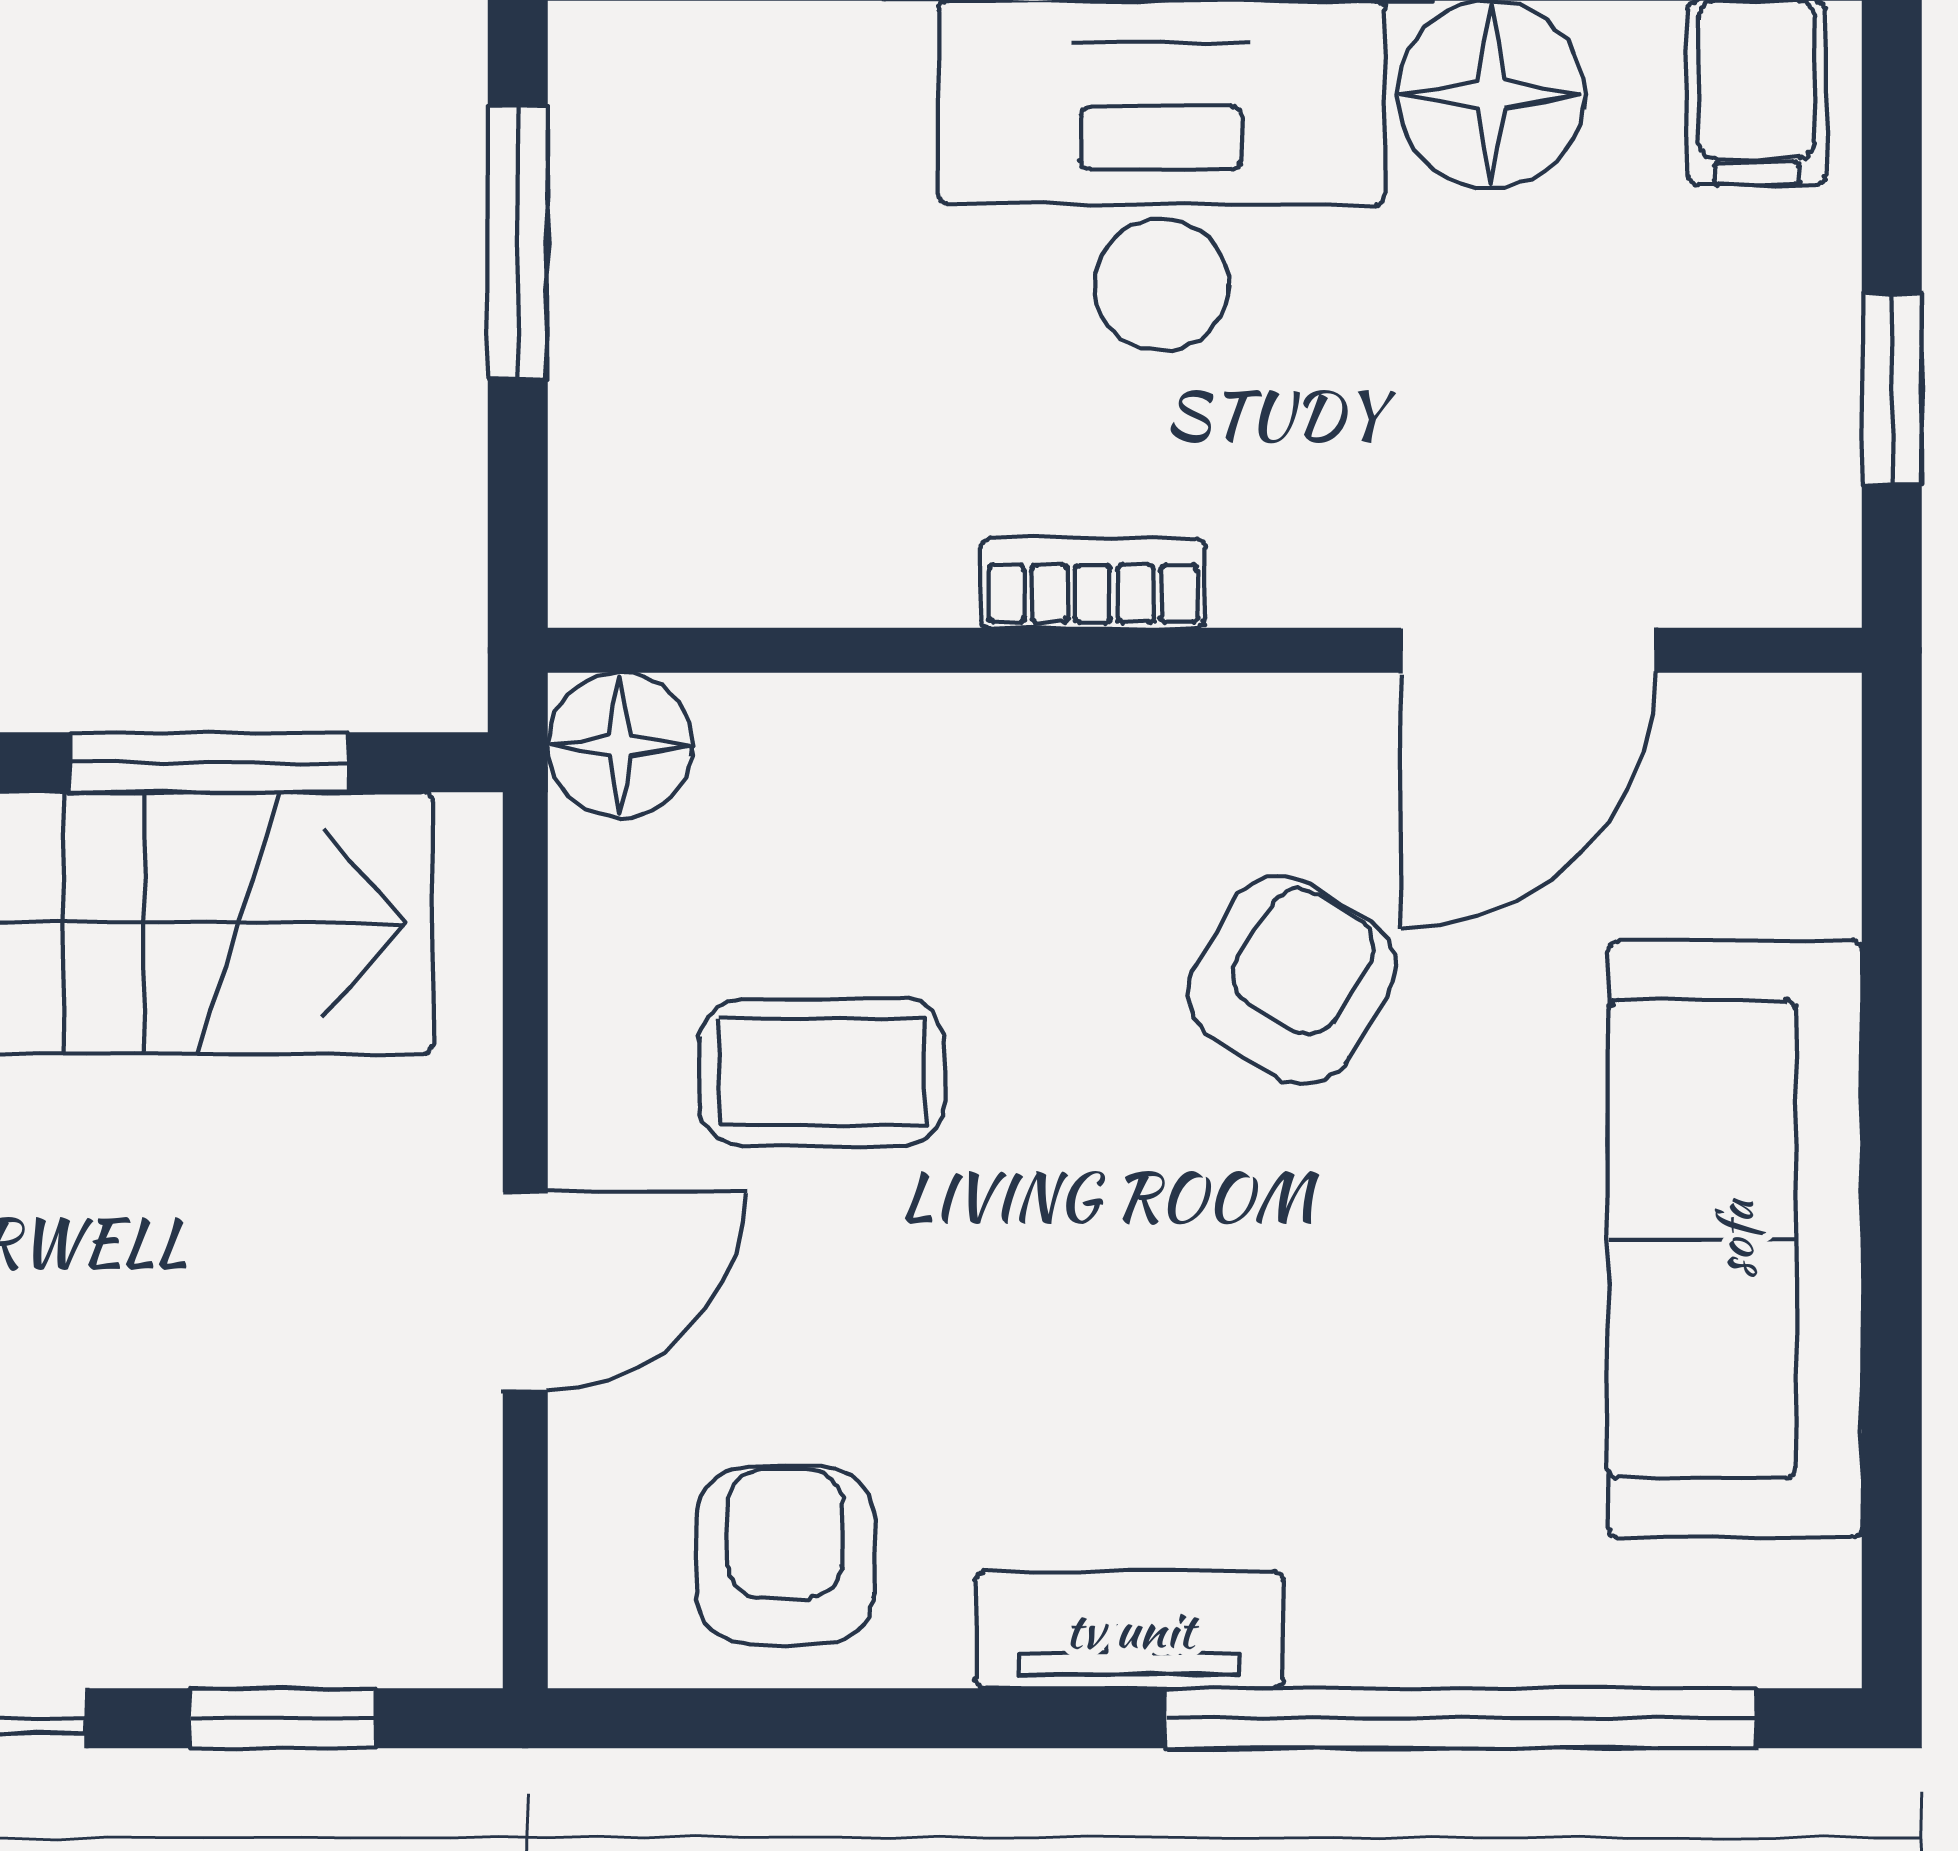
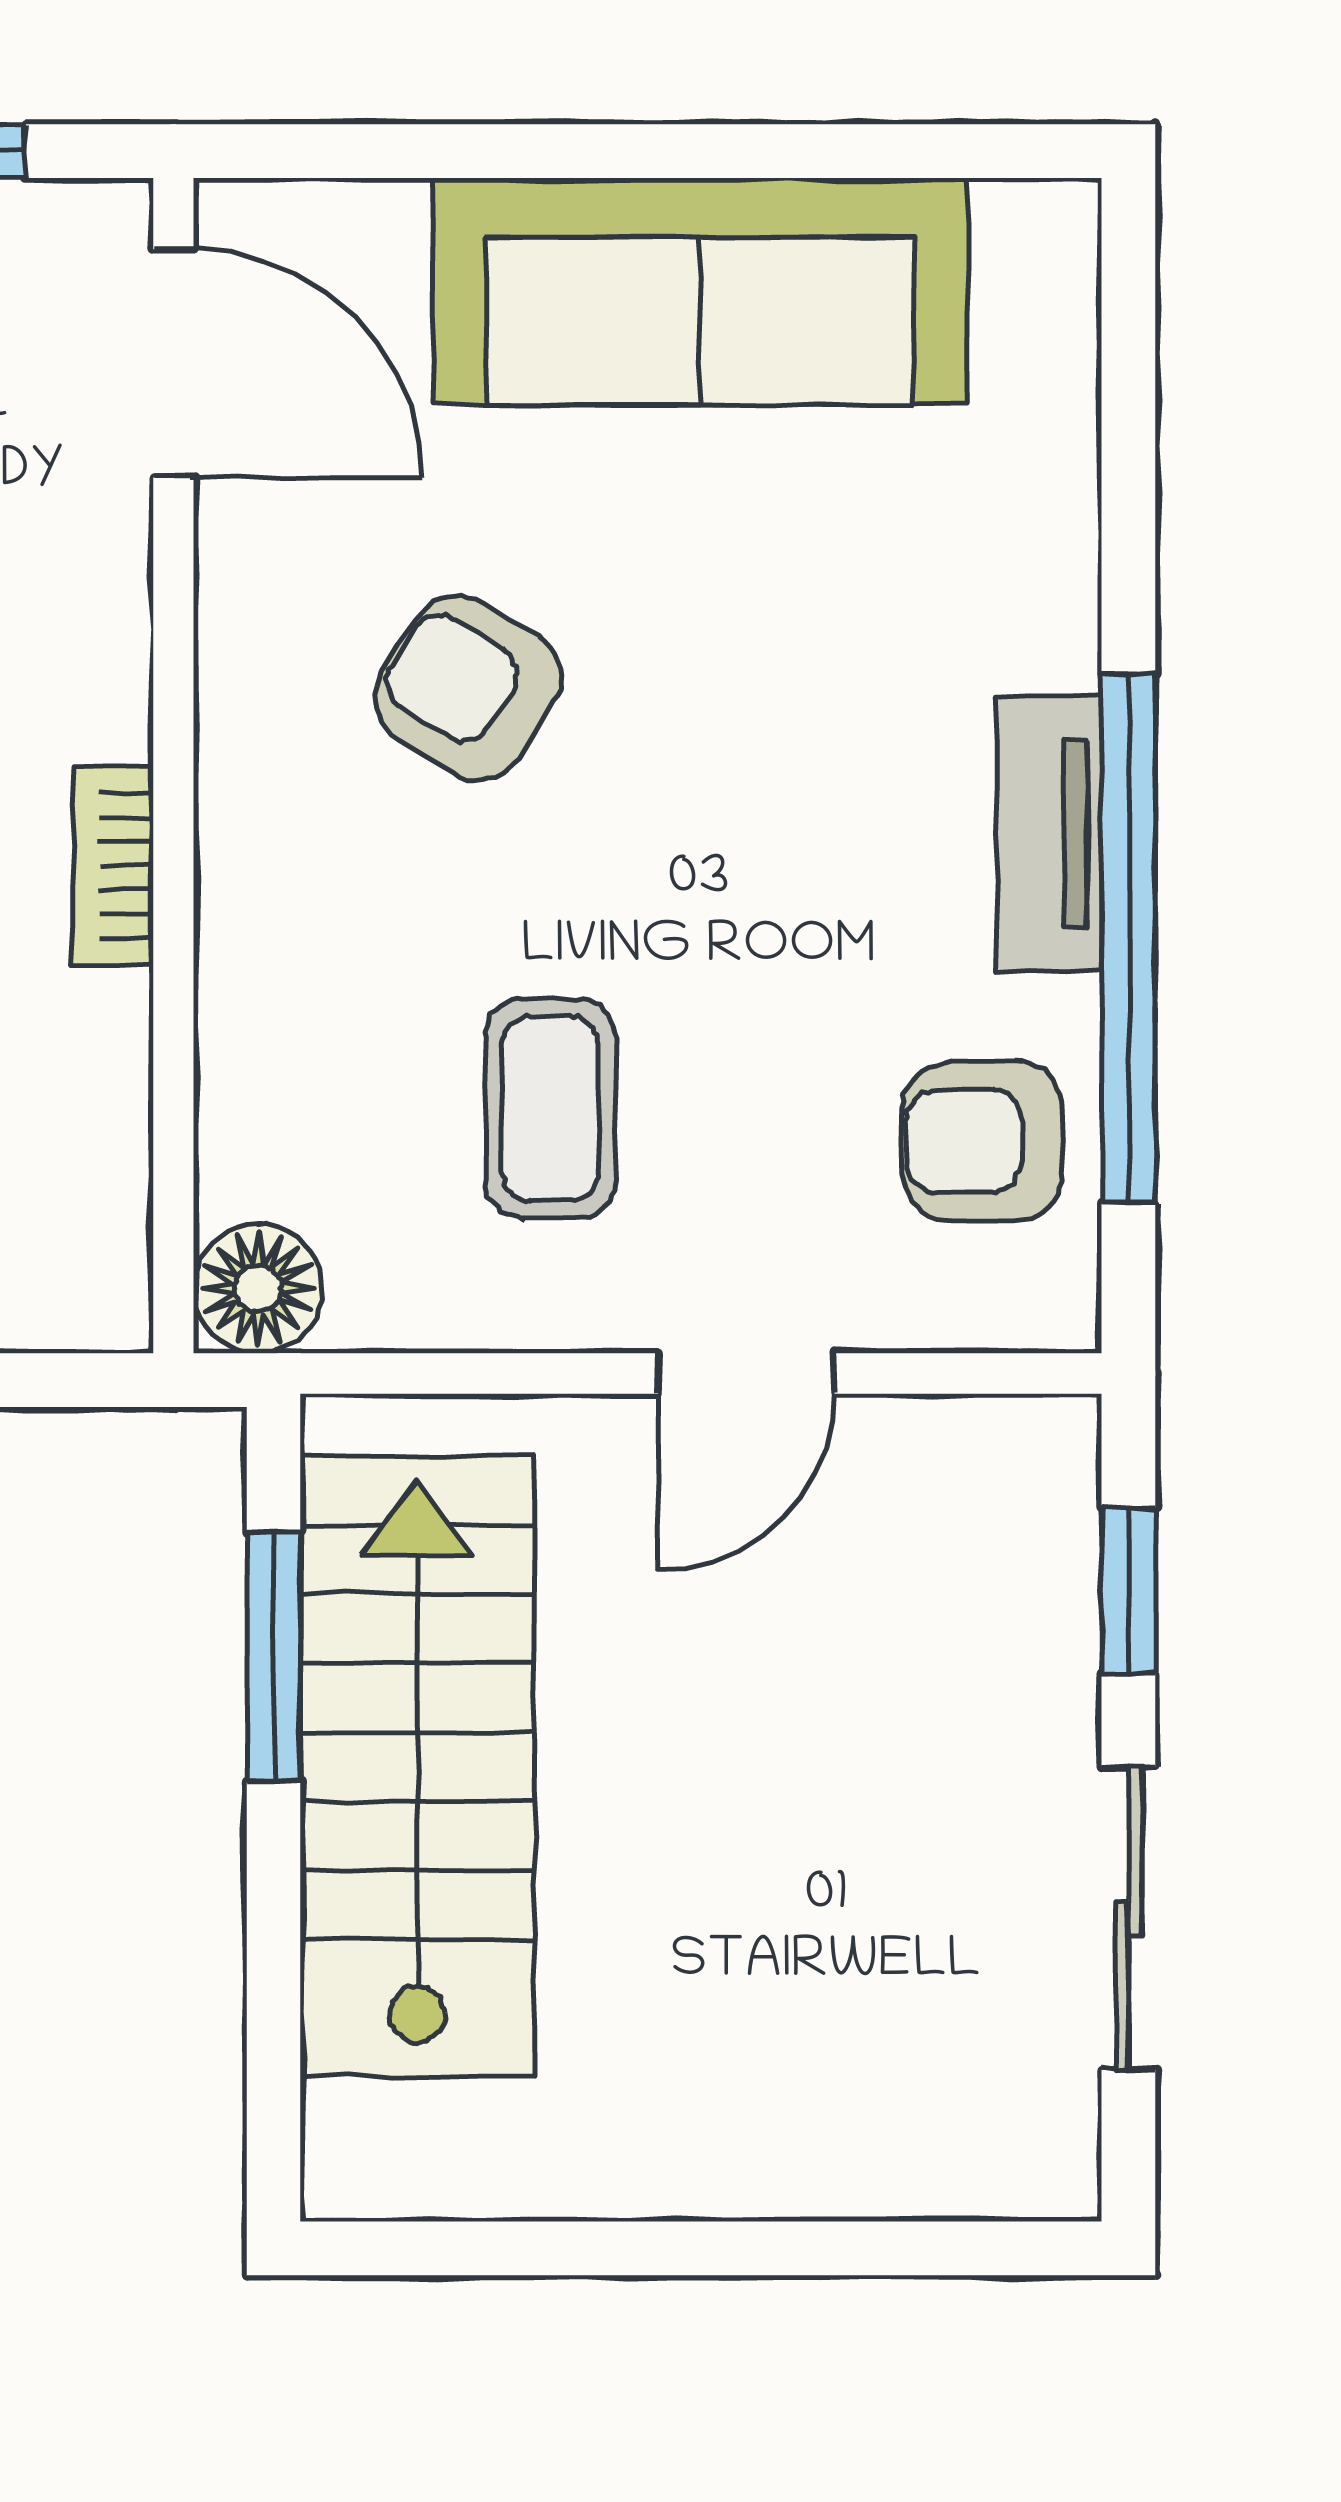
door: (1529, 650) -> (173, 363), moved
door: (525, 1291) -> (746, 1373), swing flipped
window: (1461, 1718) -> (1128, 939), moved

